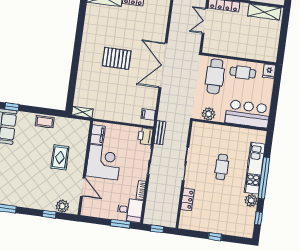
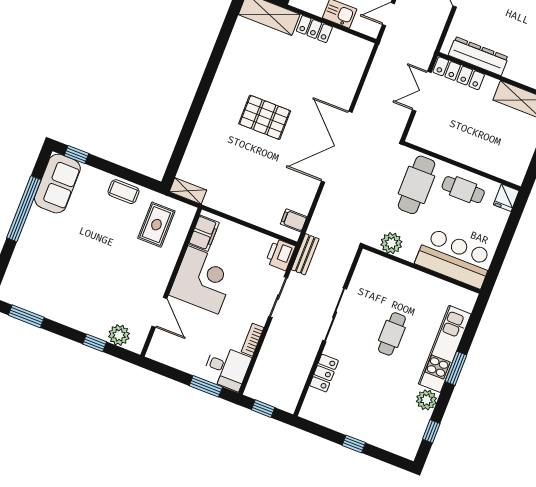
rug: (60, 157) -> (156, 225), moved
window: (264, 178) -> (456, 368), width x0.47

